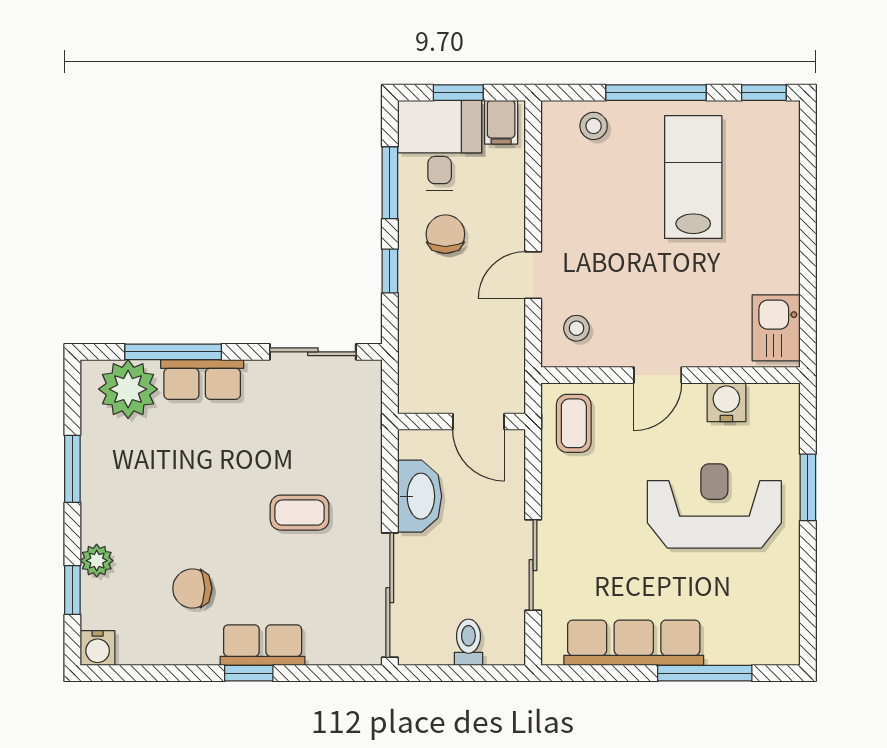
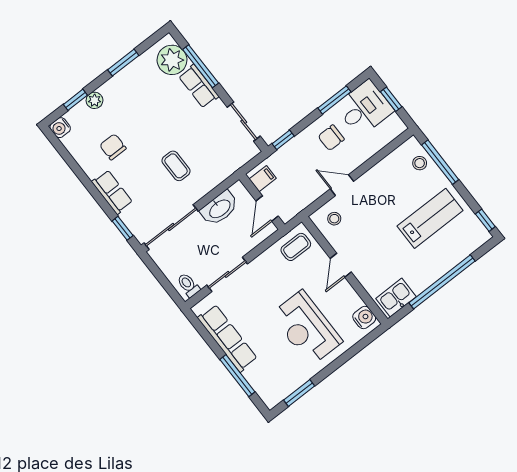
window: (656, 93) -> (440, 162), moved
filing cabinet: (501, 122) -> (263, 179), moved, turned 180
chair: (445, 234) -> (331, 138), turned 180
window: (808, 236) -> (442, 282), added
window: (390, 271) -> (283, 140), moved
door: (658, 375) -> (341, 265), hinge flipped
water cooler: (726, 402) -> (364, 317), moved
window: (808, 487) -> (299, 393), moved
reception desk: (714, 506) -> (306, 328), turned 180
toilet: (468, 642) -> (188, 285), moved, turned -90
window: (249, 673) -> (123, 228), moved

